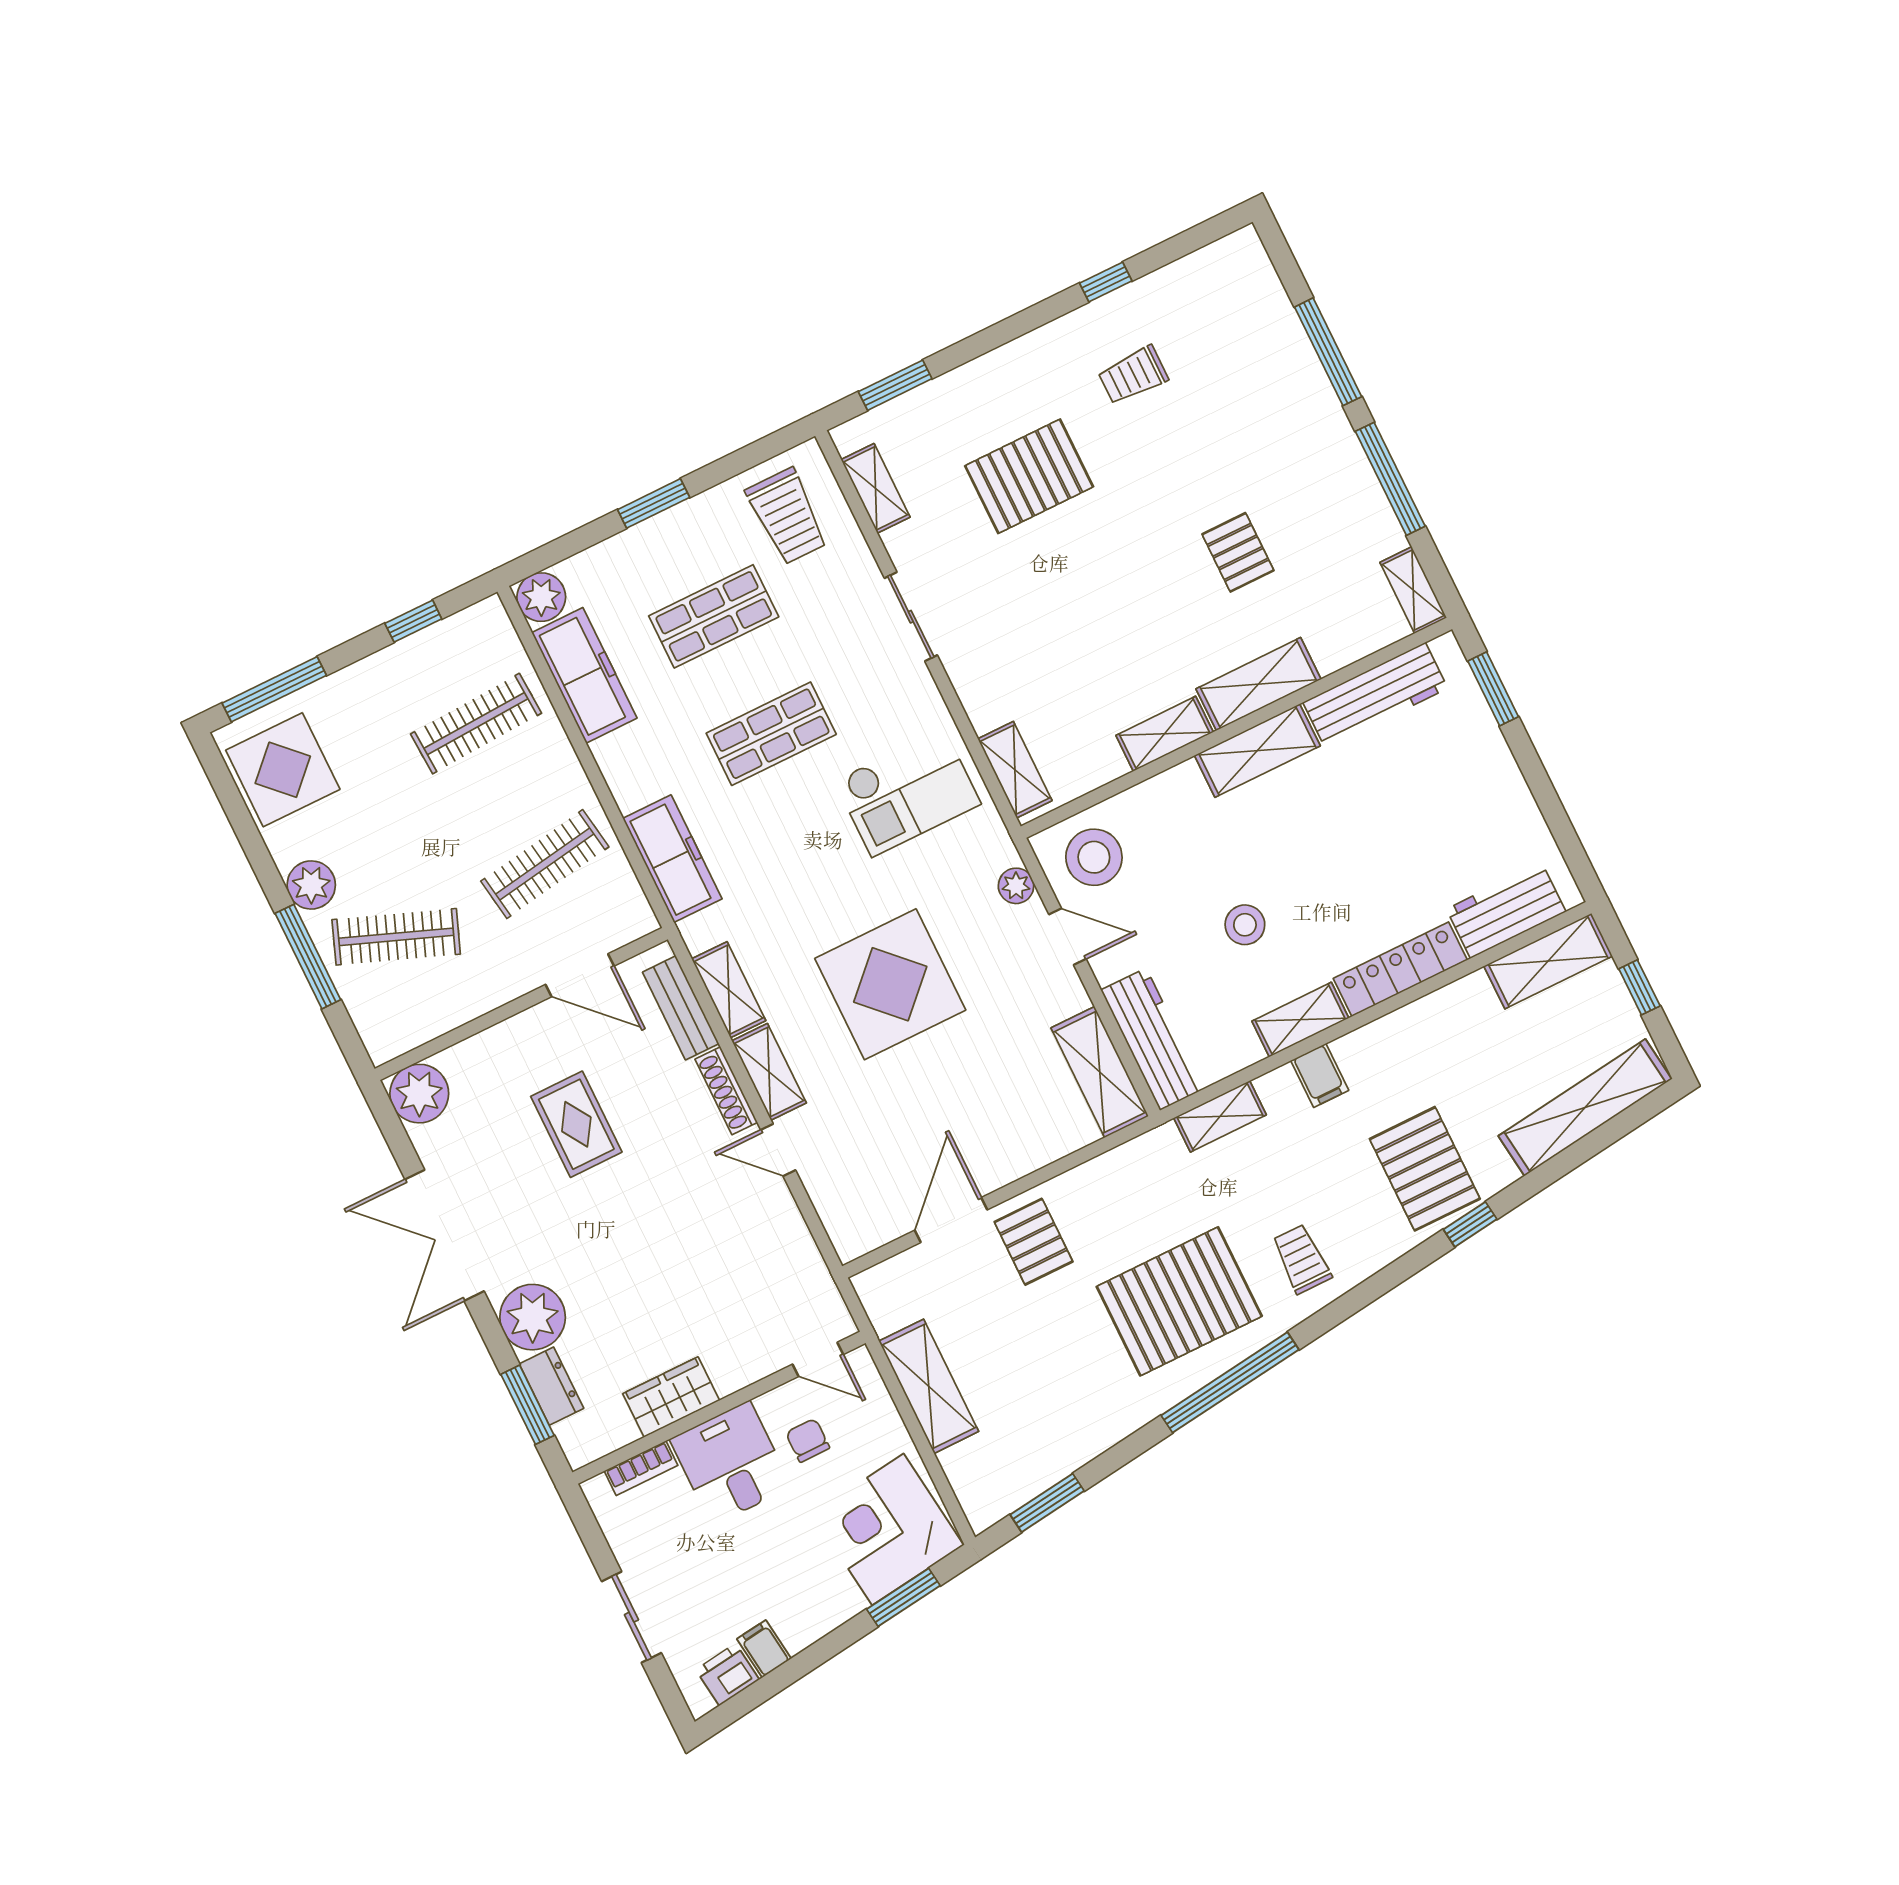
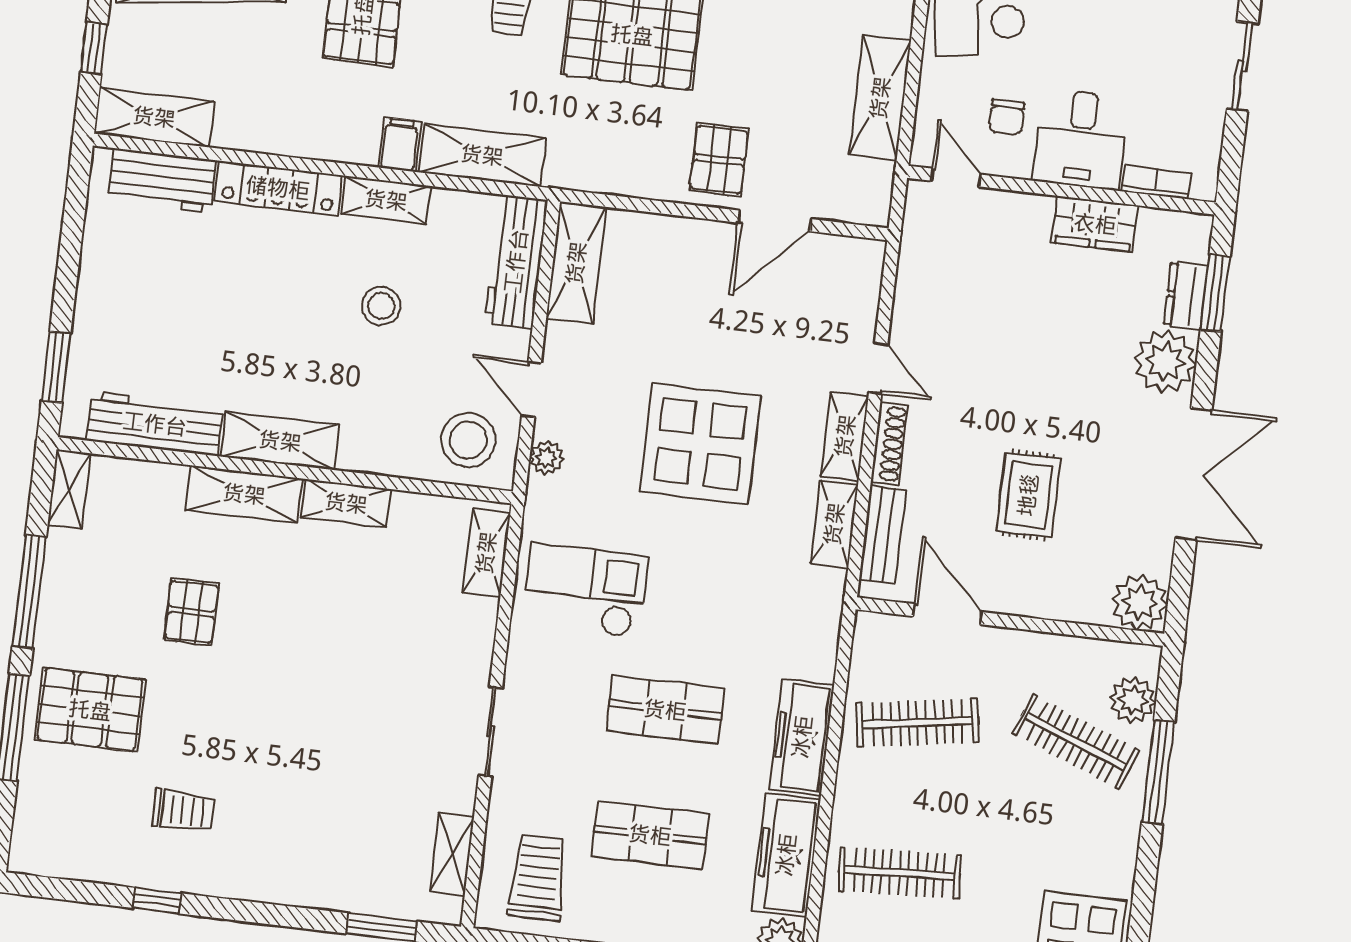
pallet: (1029, 476) -> (90, 710), moved
freezer: (672, 859) -> (802, 737), moved
plant: (311, 885) -> (1133, 700), moved
shelving: (1220, 1116) -> (482, 155), width x1.50, depth x1.33

